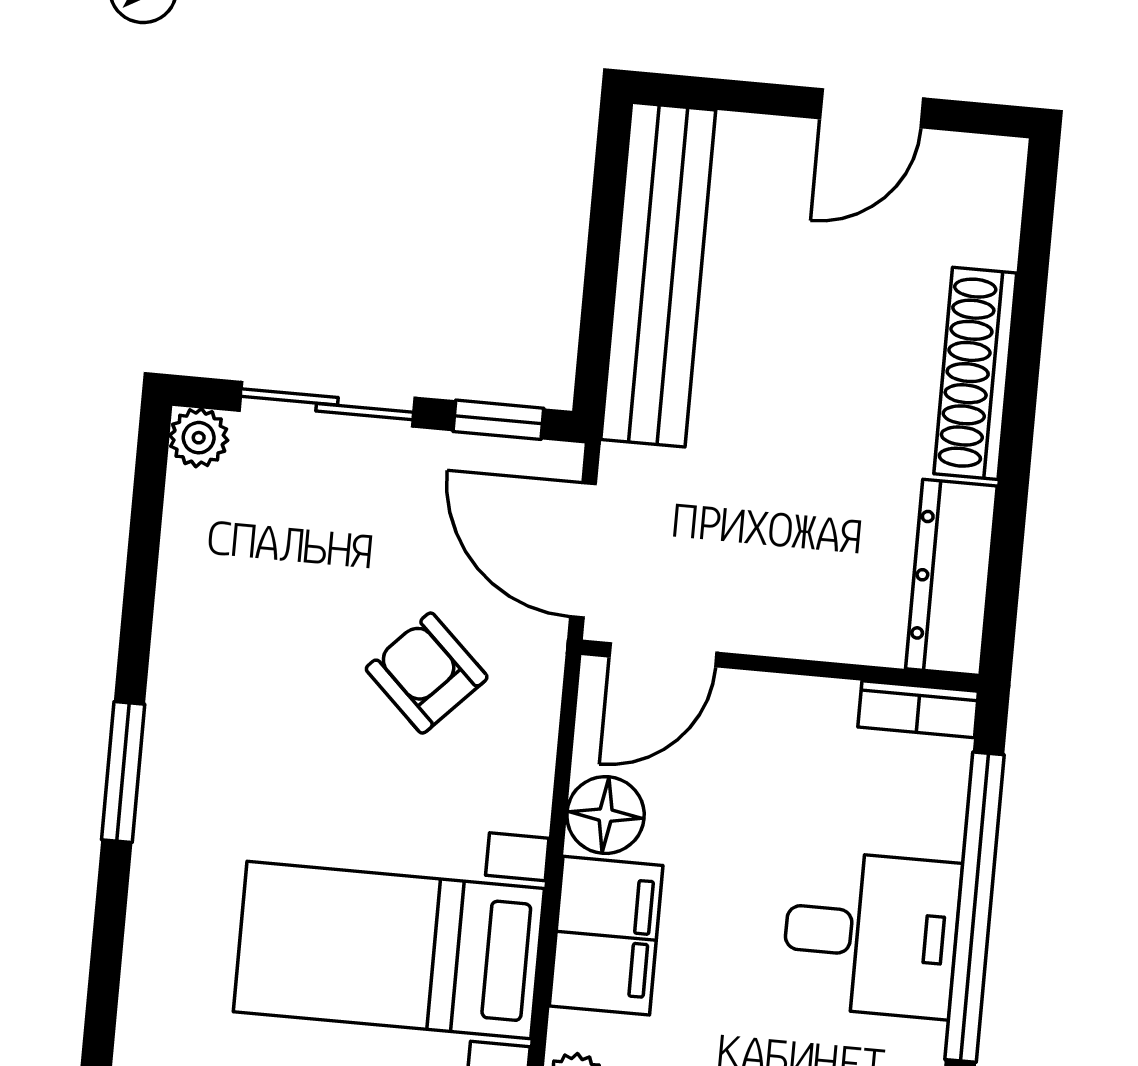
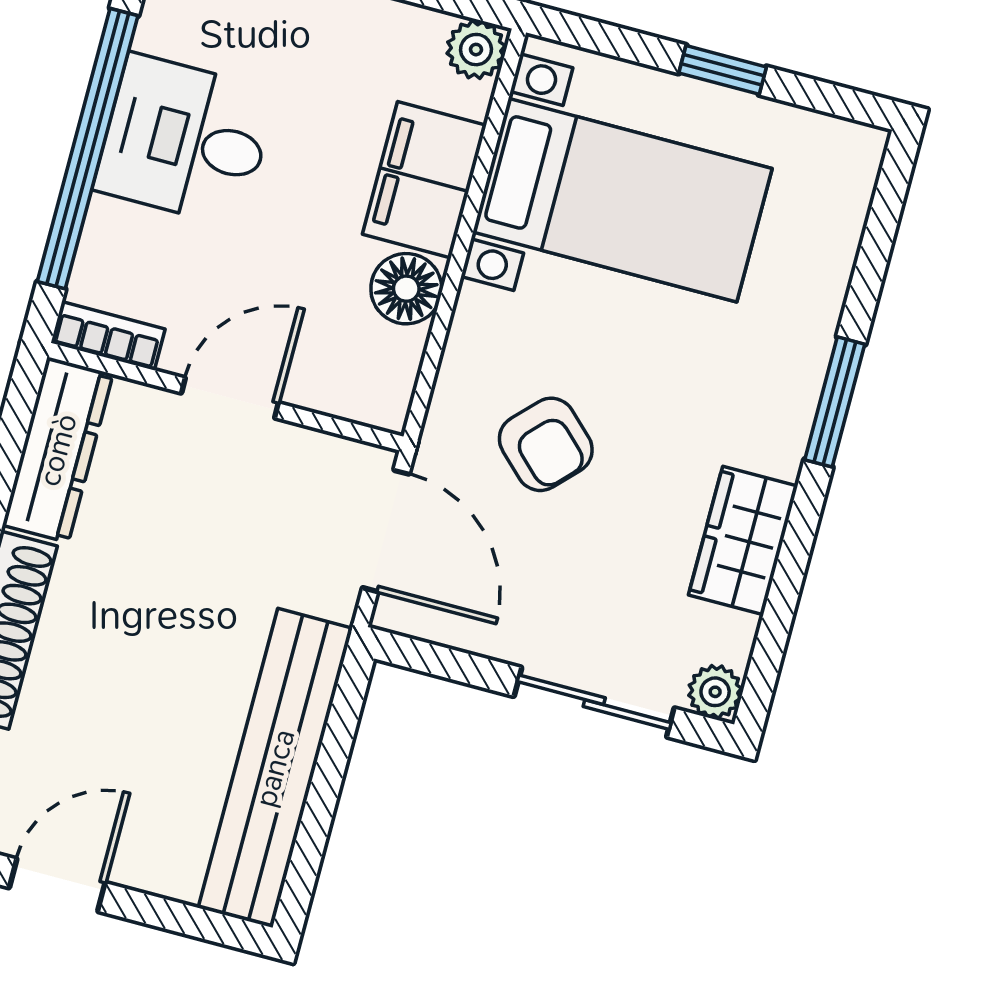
window: (498, 420) -> (442, 662), removed
wardrobe: (196, 606) -> (743, 541), added
door: (663, 655) -> (230, 398), moved

